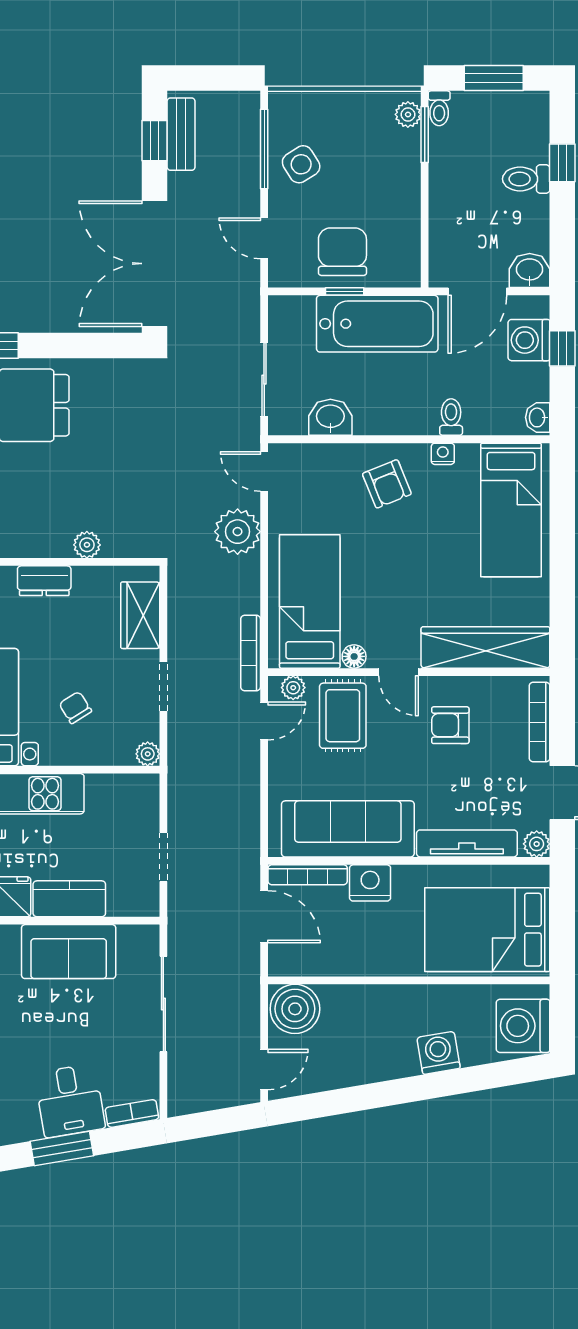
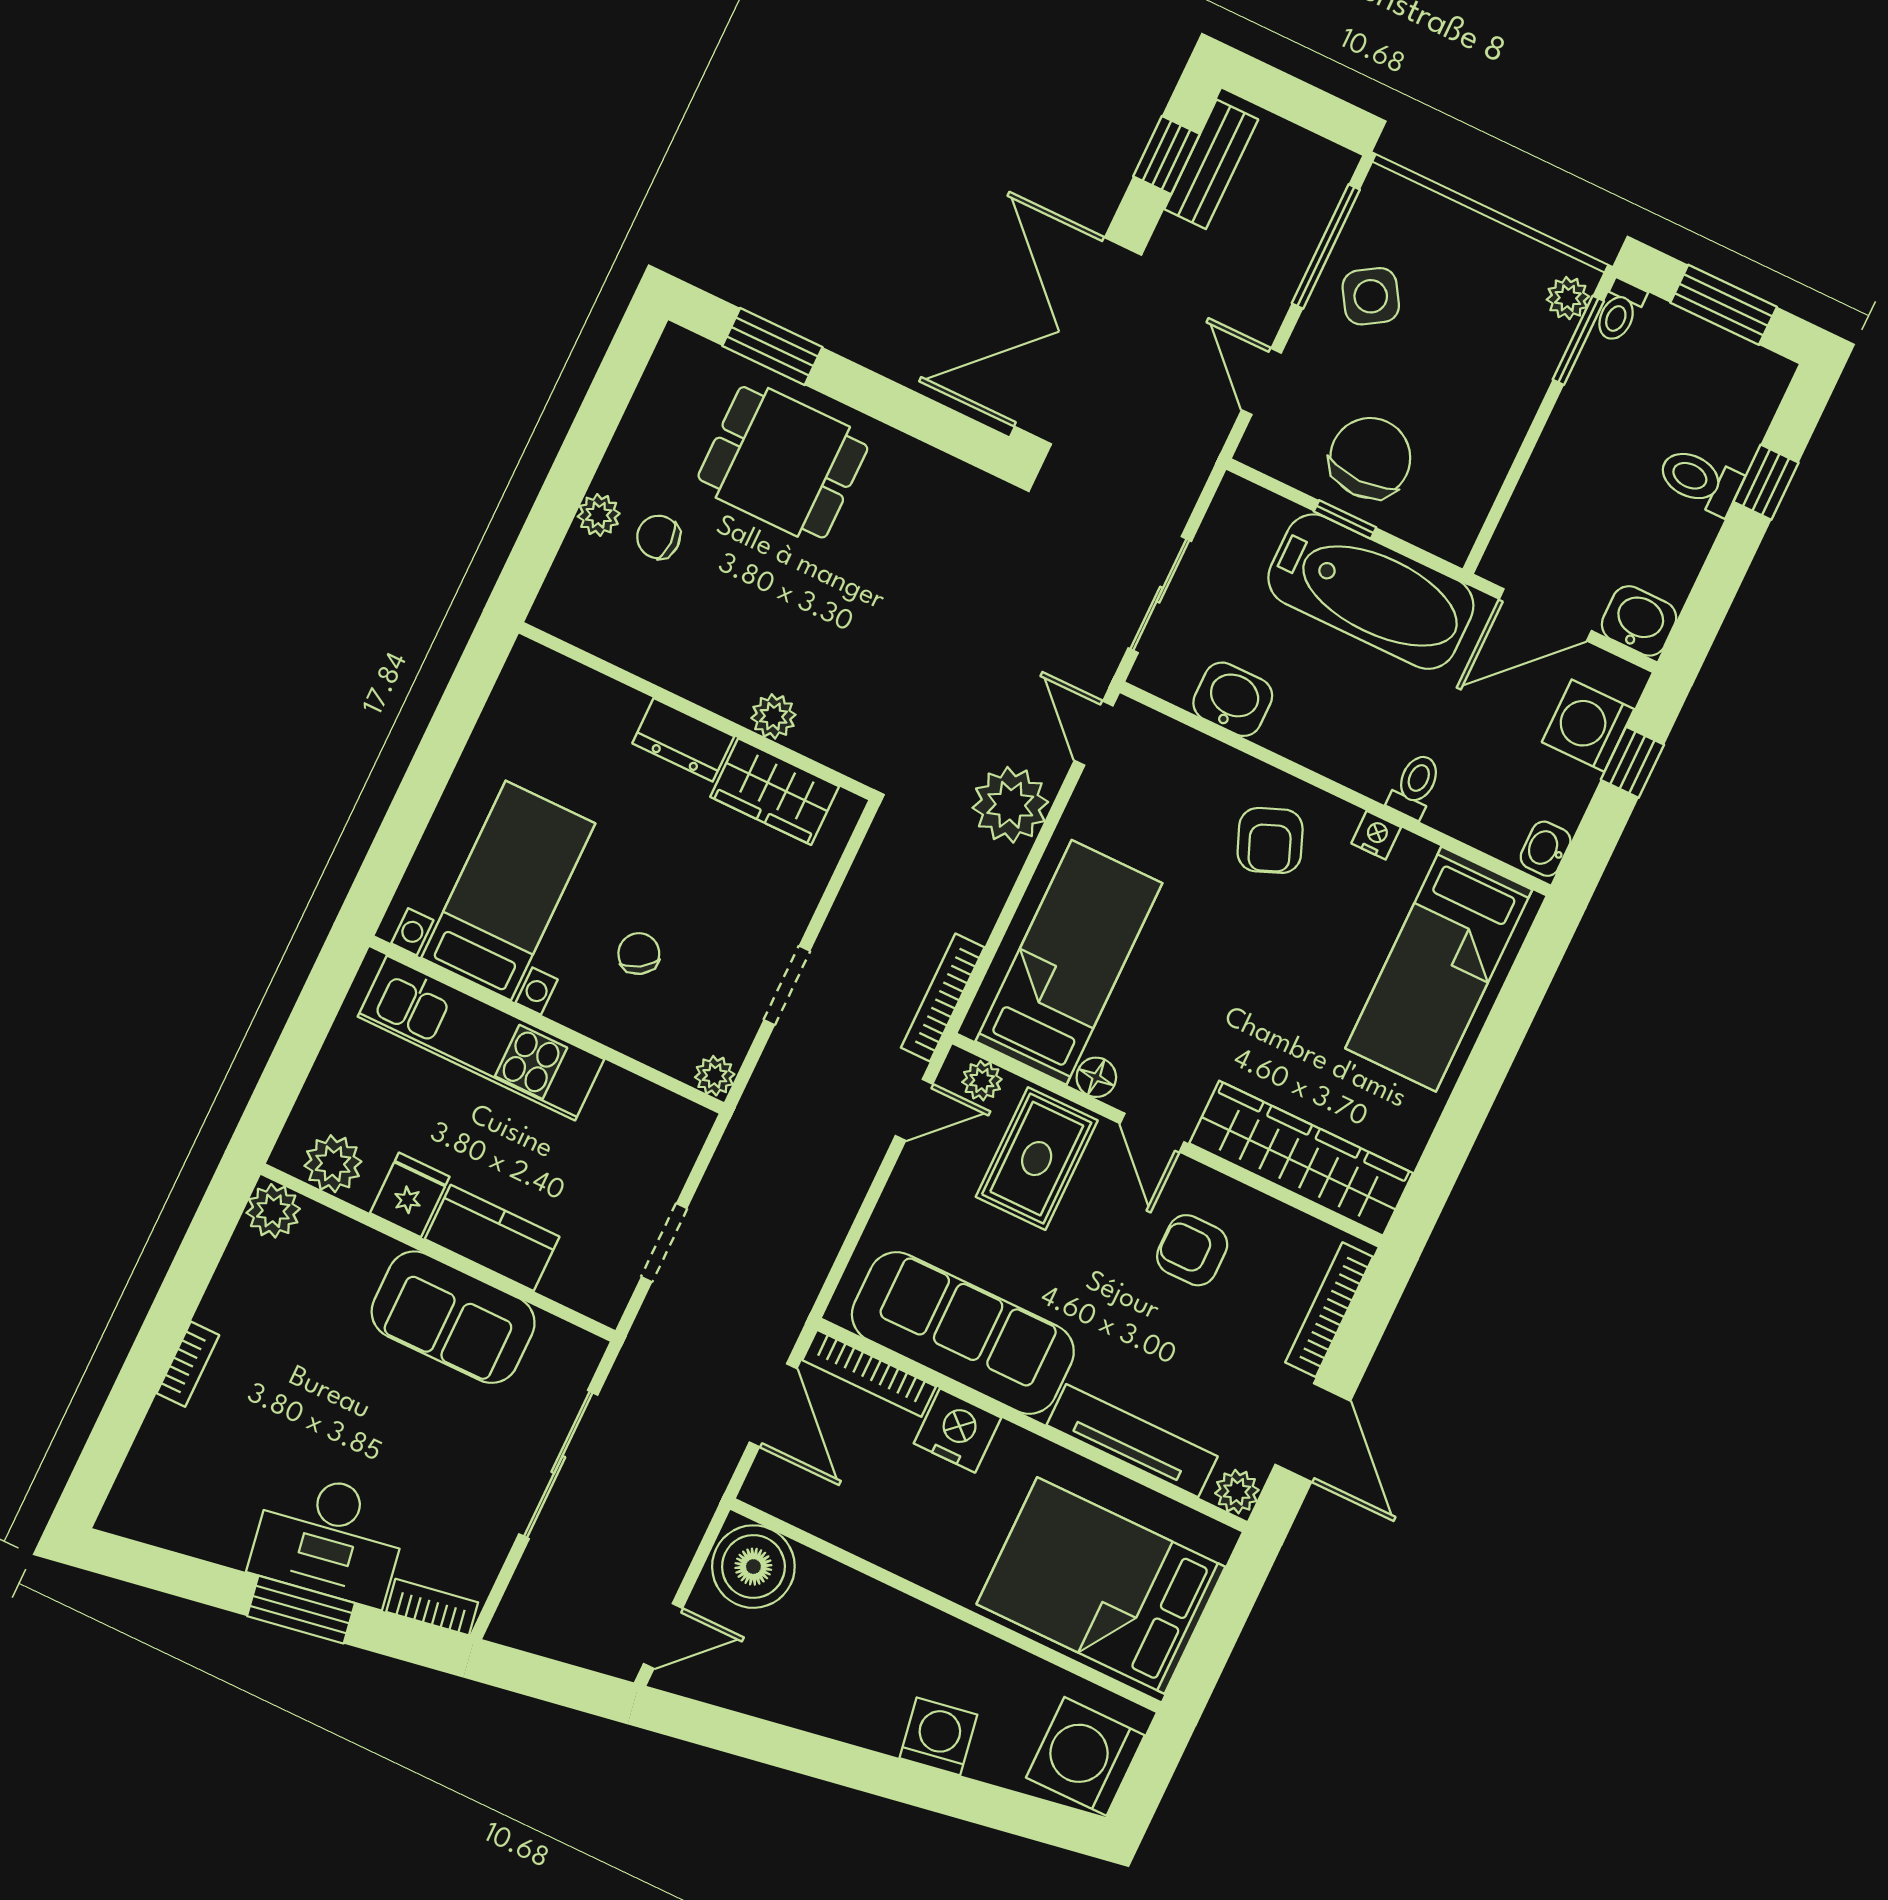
wardrobe: (140, 615) -> (775, 792), moved, turned -90
desk: (70, 1101) -> (329, 1538), width x1.37

